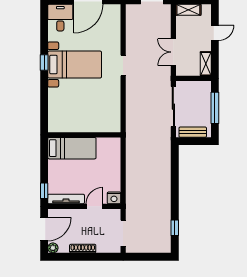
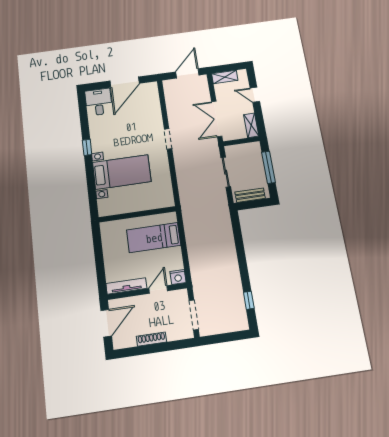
door: (215, 33) -> (255, 95), swing flipped
double door: (173, 52) -> (217, 119), width x1.37
bed with nightstands: (75, 65) -> (122, 172), moved
sliding door: (173, 107) -> (226, 172), width x0.73
bed: (72, 148) -> (154, 238), moved, turned 180
window: (44, 191) -> (101, 280), removed
plant: (53, 248) -> (118, 343), removed

